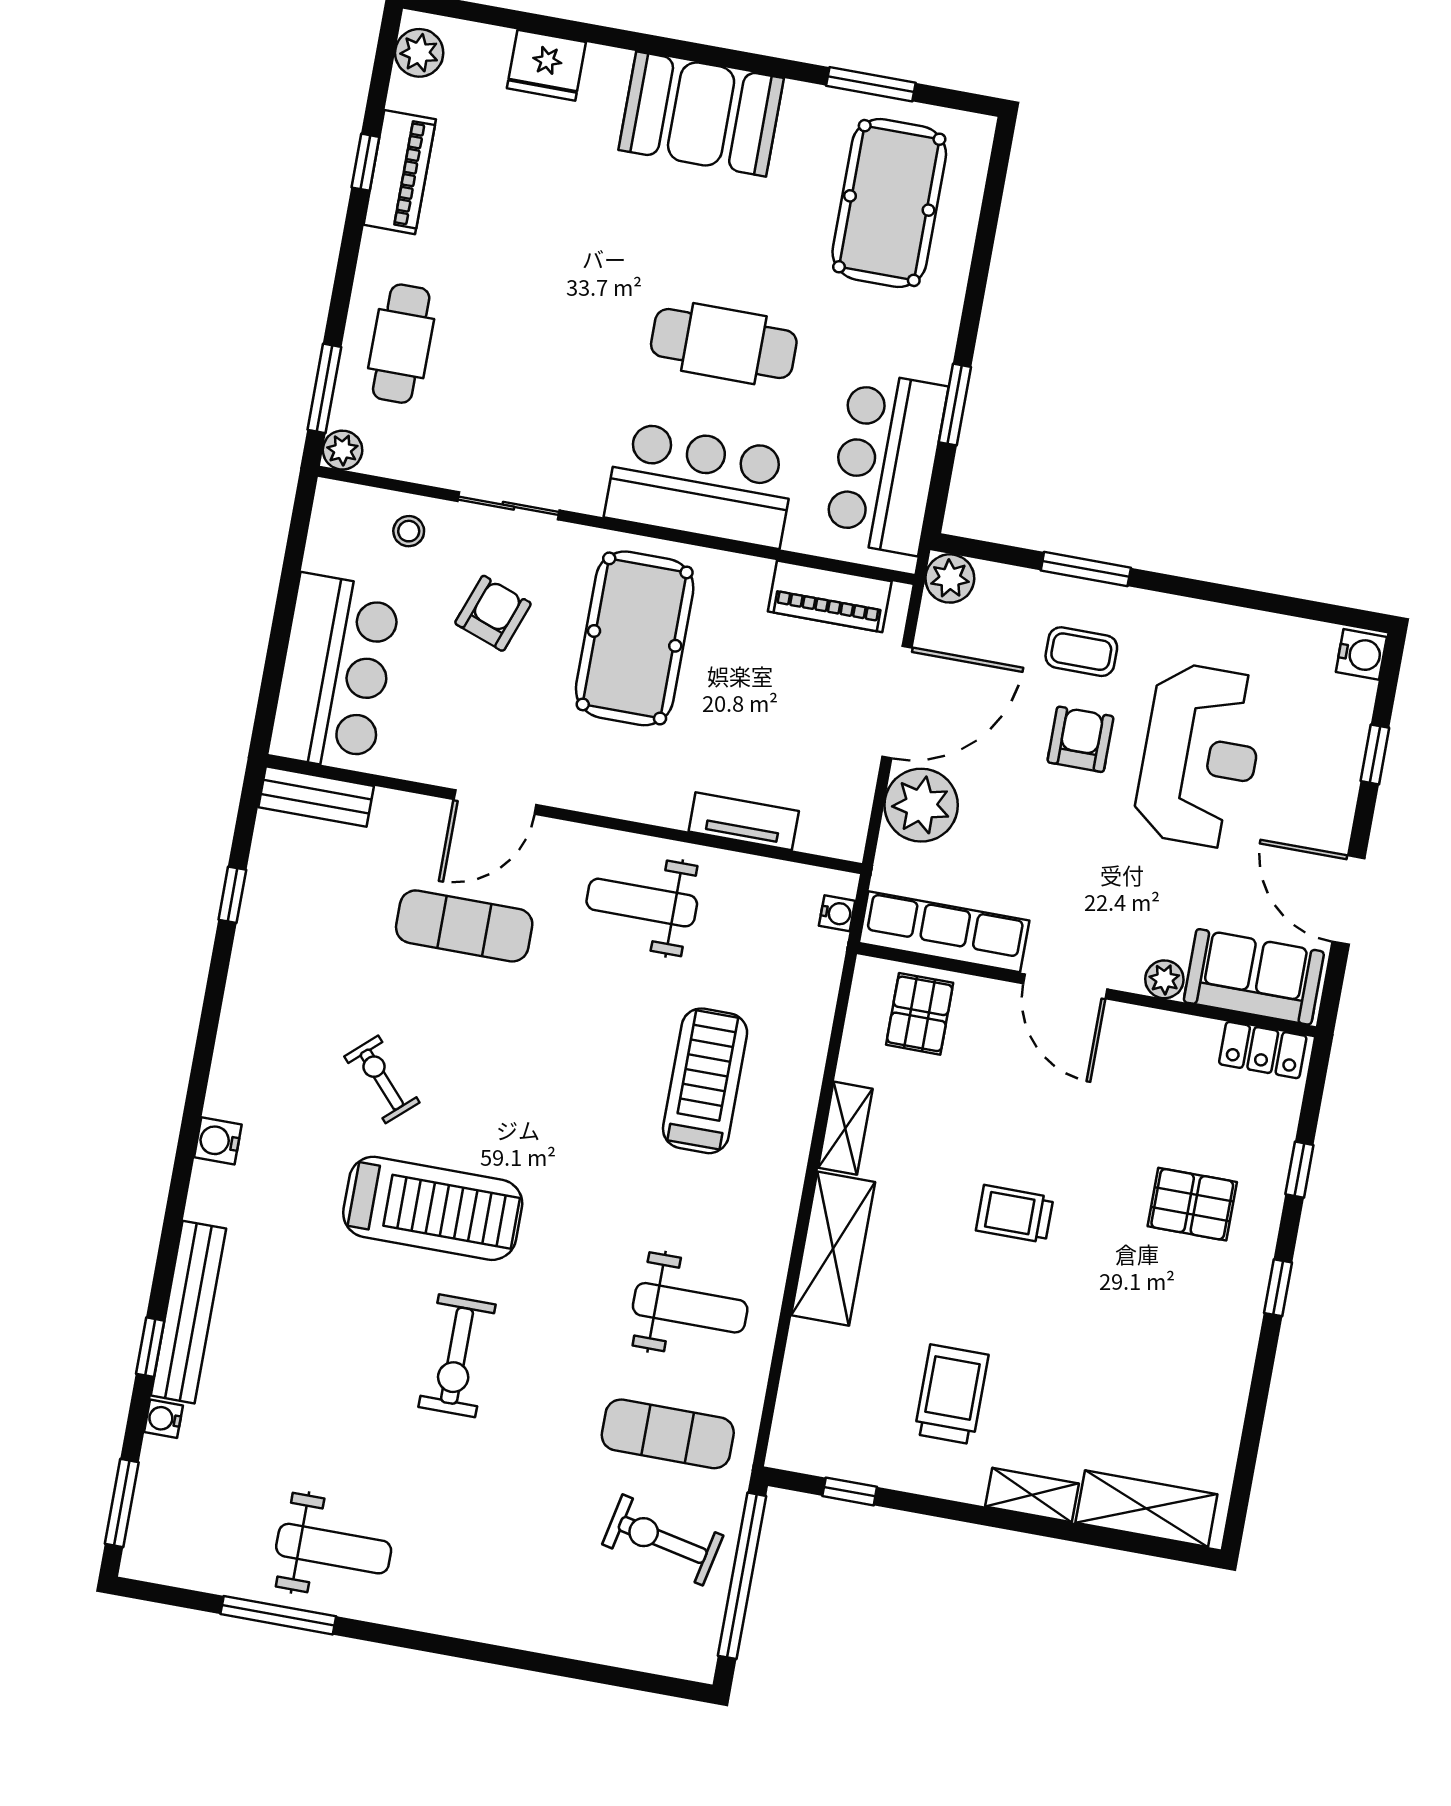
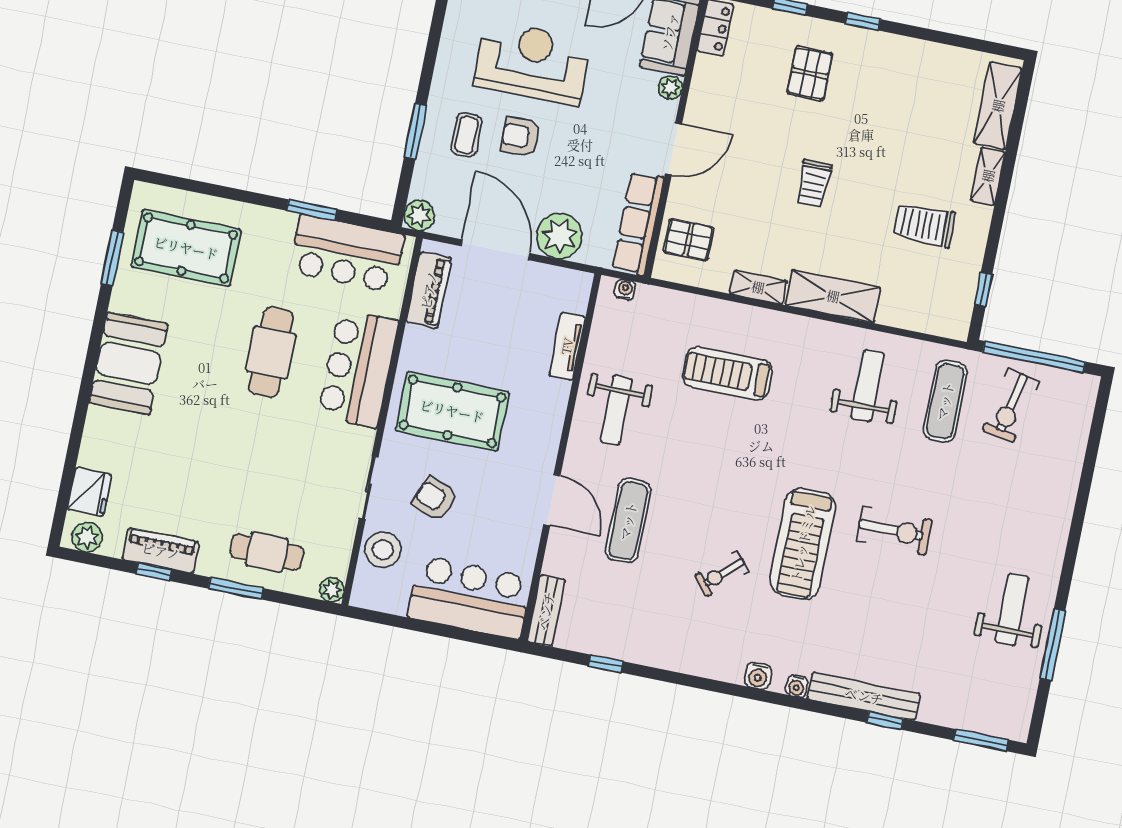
fridge: (546, 65) -> (89, 492), moved
window: (324, 388) -> (236, 588), moved
stool: (409, 531) -> (383, 550), width x1.89, depth x1.89
treadmill: (433, 1208) -> (803, 544), turned 180
water cooler: (163, 1419) -> (797, 686), moved

